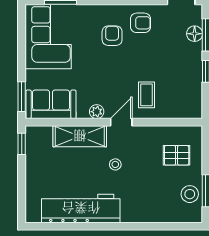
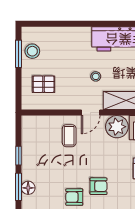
armchair: (112, 36) -> (98, 186), turned -90
plant: (97, 112) -> (117, 127), width x1.87, depth x1.87

